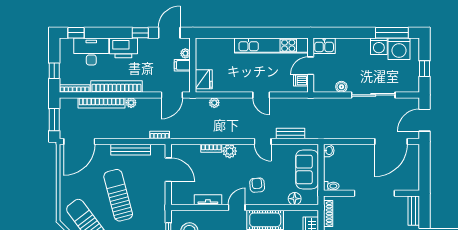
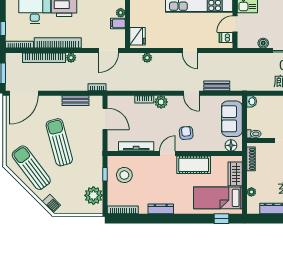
bench: (131, 150) -> (75, 101), width x0.73
floor lamp: (295, 199) -> (231, 145), moved
tv unit: (208, 200) -> (136, 146), width x1.41

